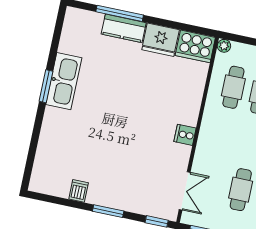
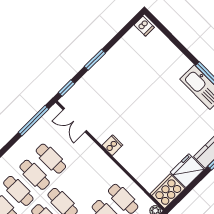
dishwasher: (79, 191) -> (144, 26), moved

